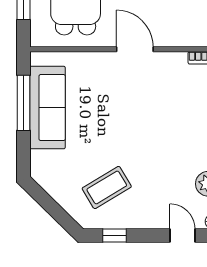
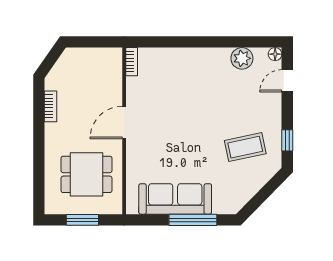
window: (24, 103) -> (193, 220), moved
coffee table: (107, 187) -> (245, 147), turned -71

